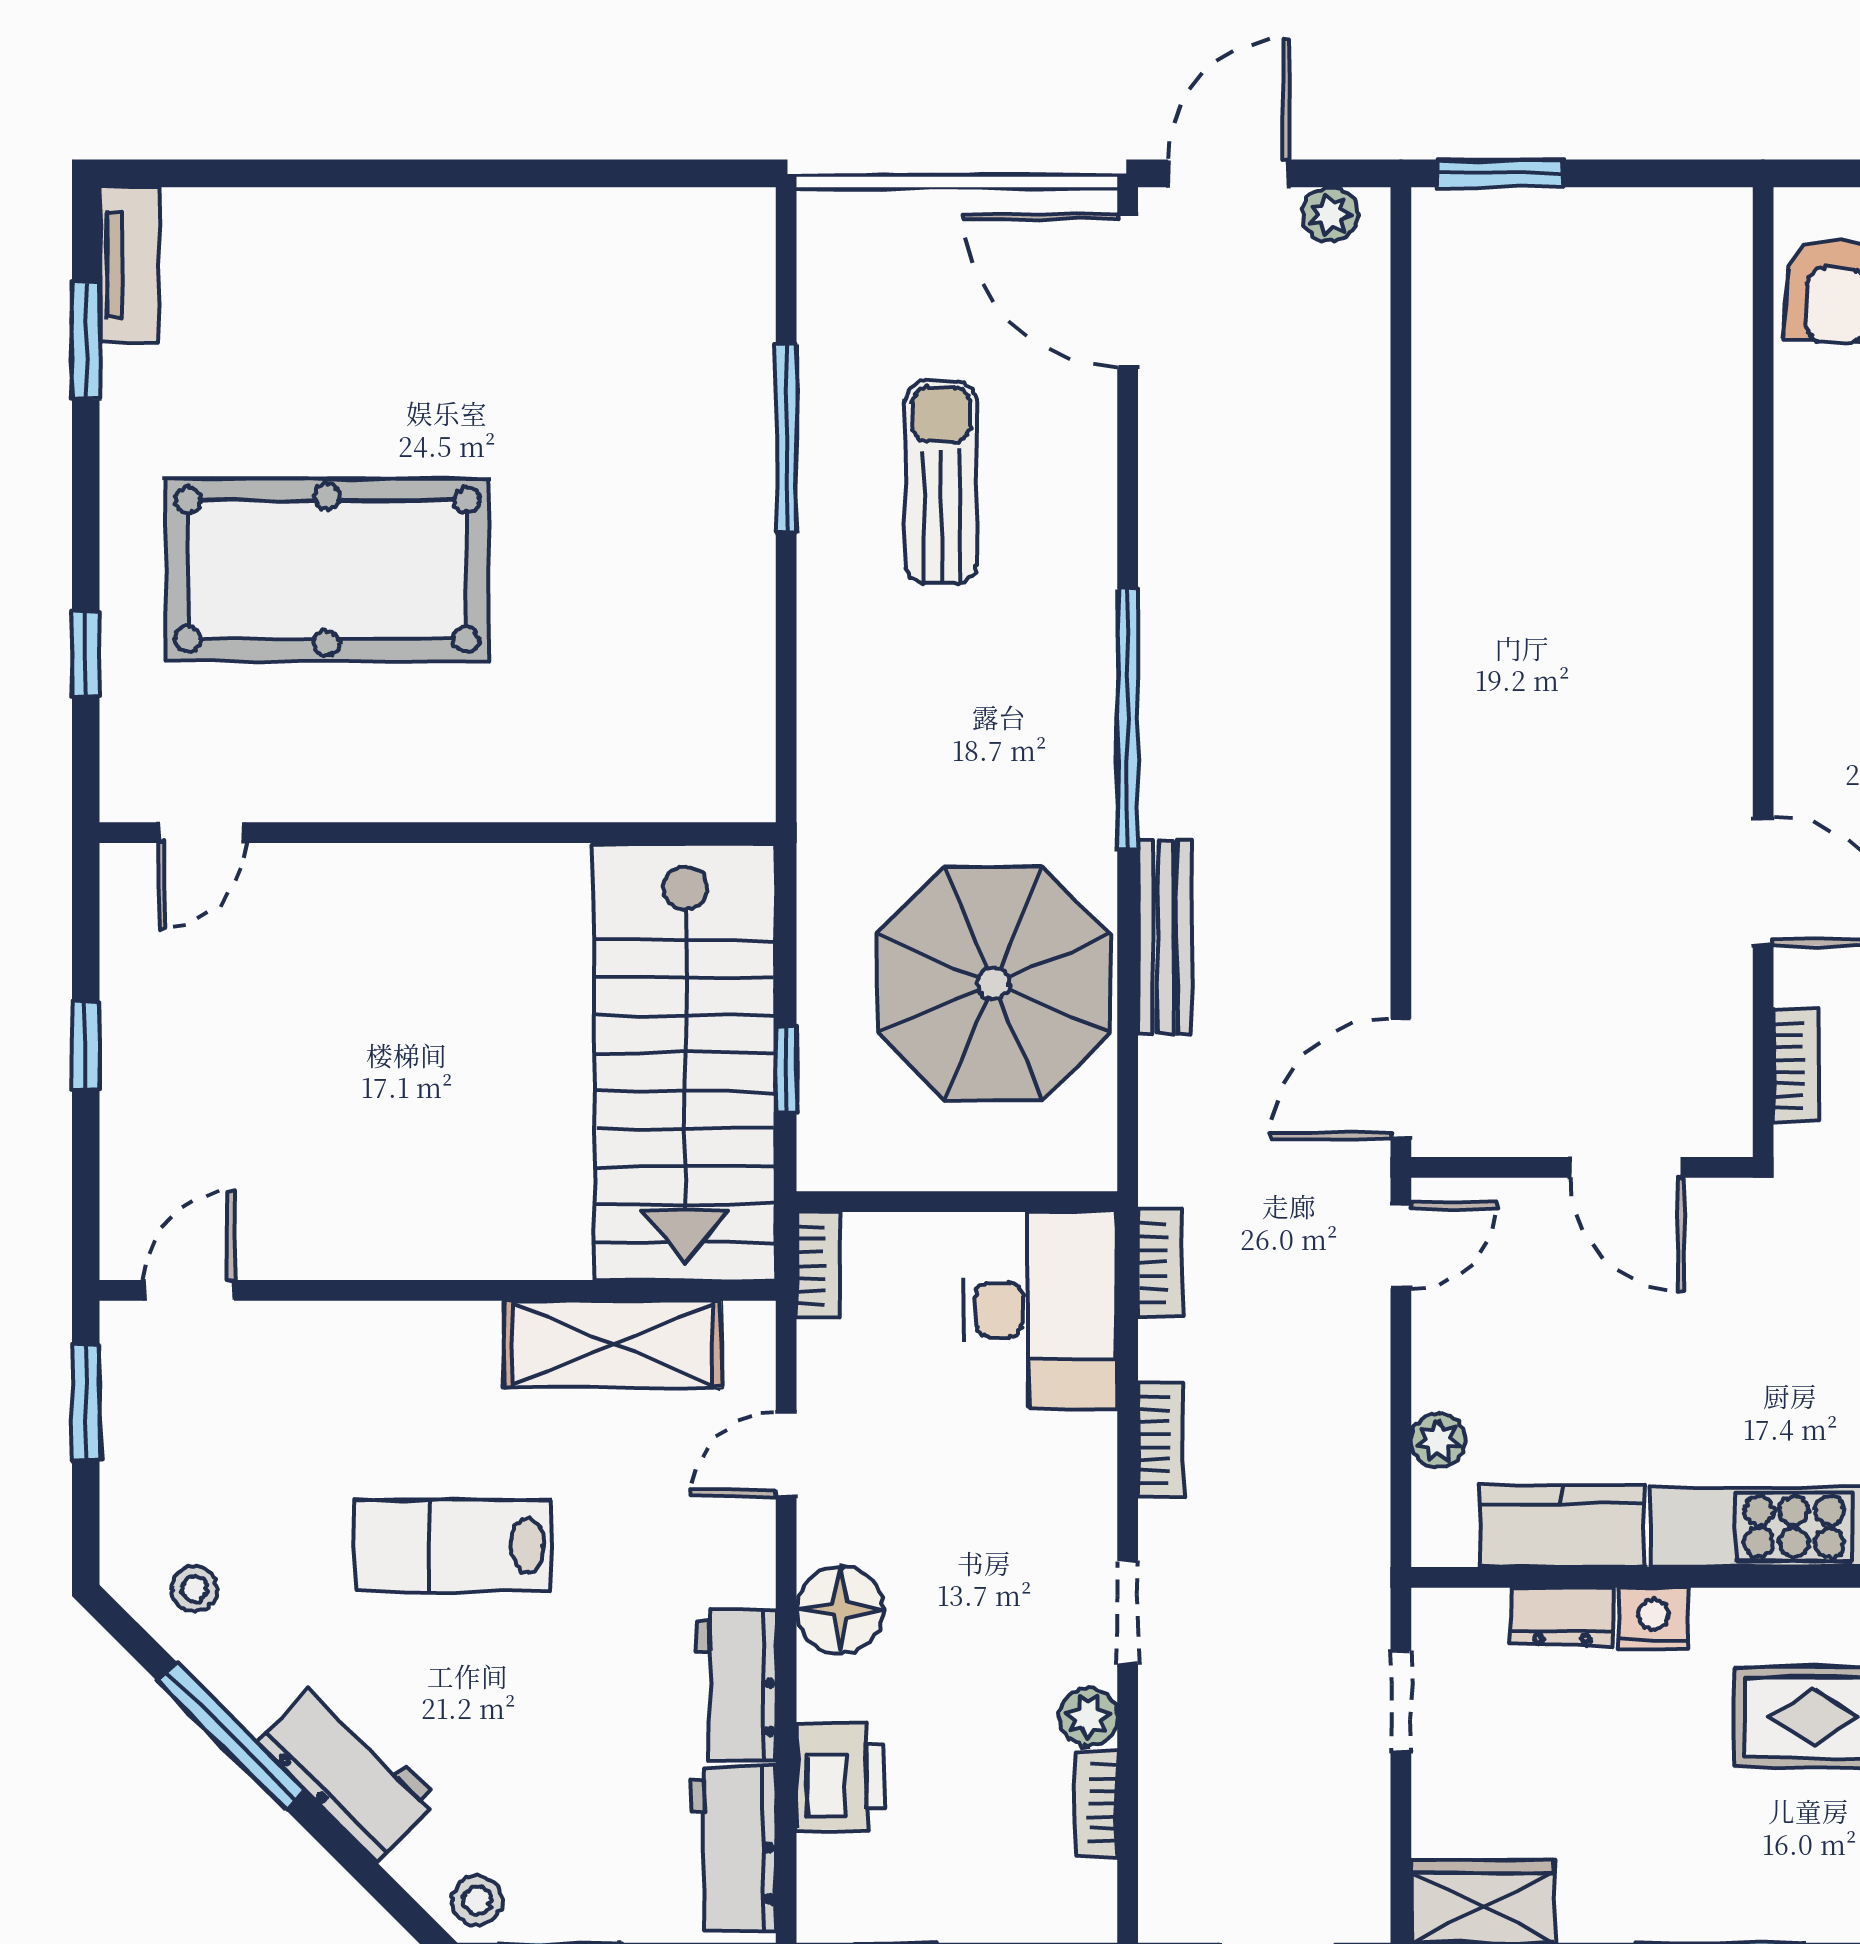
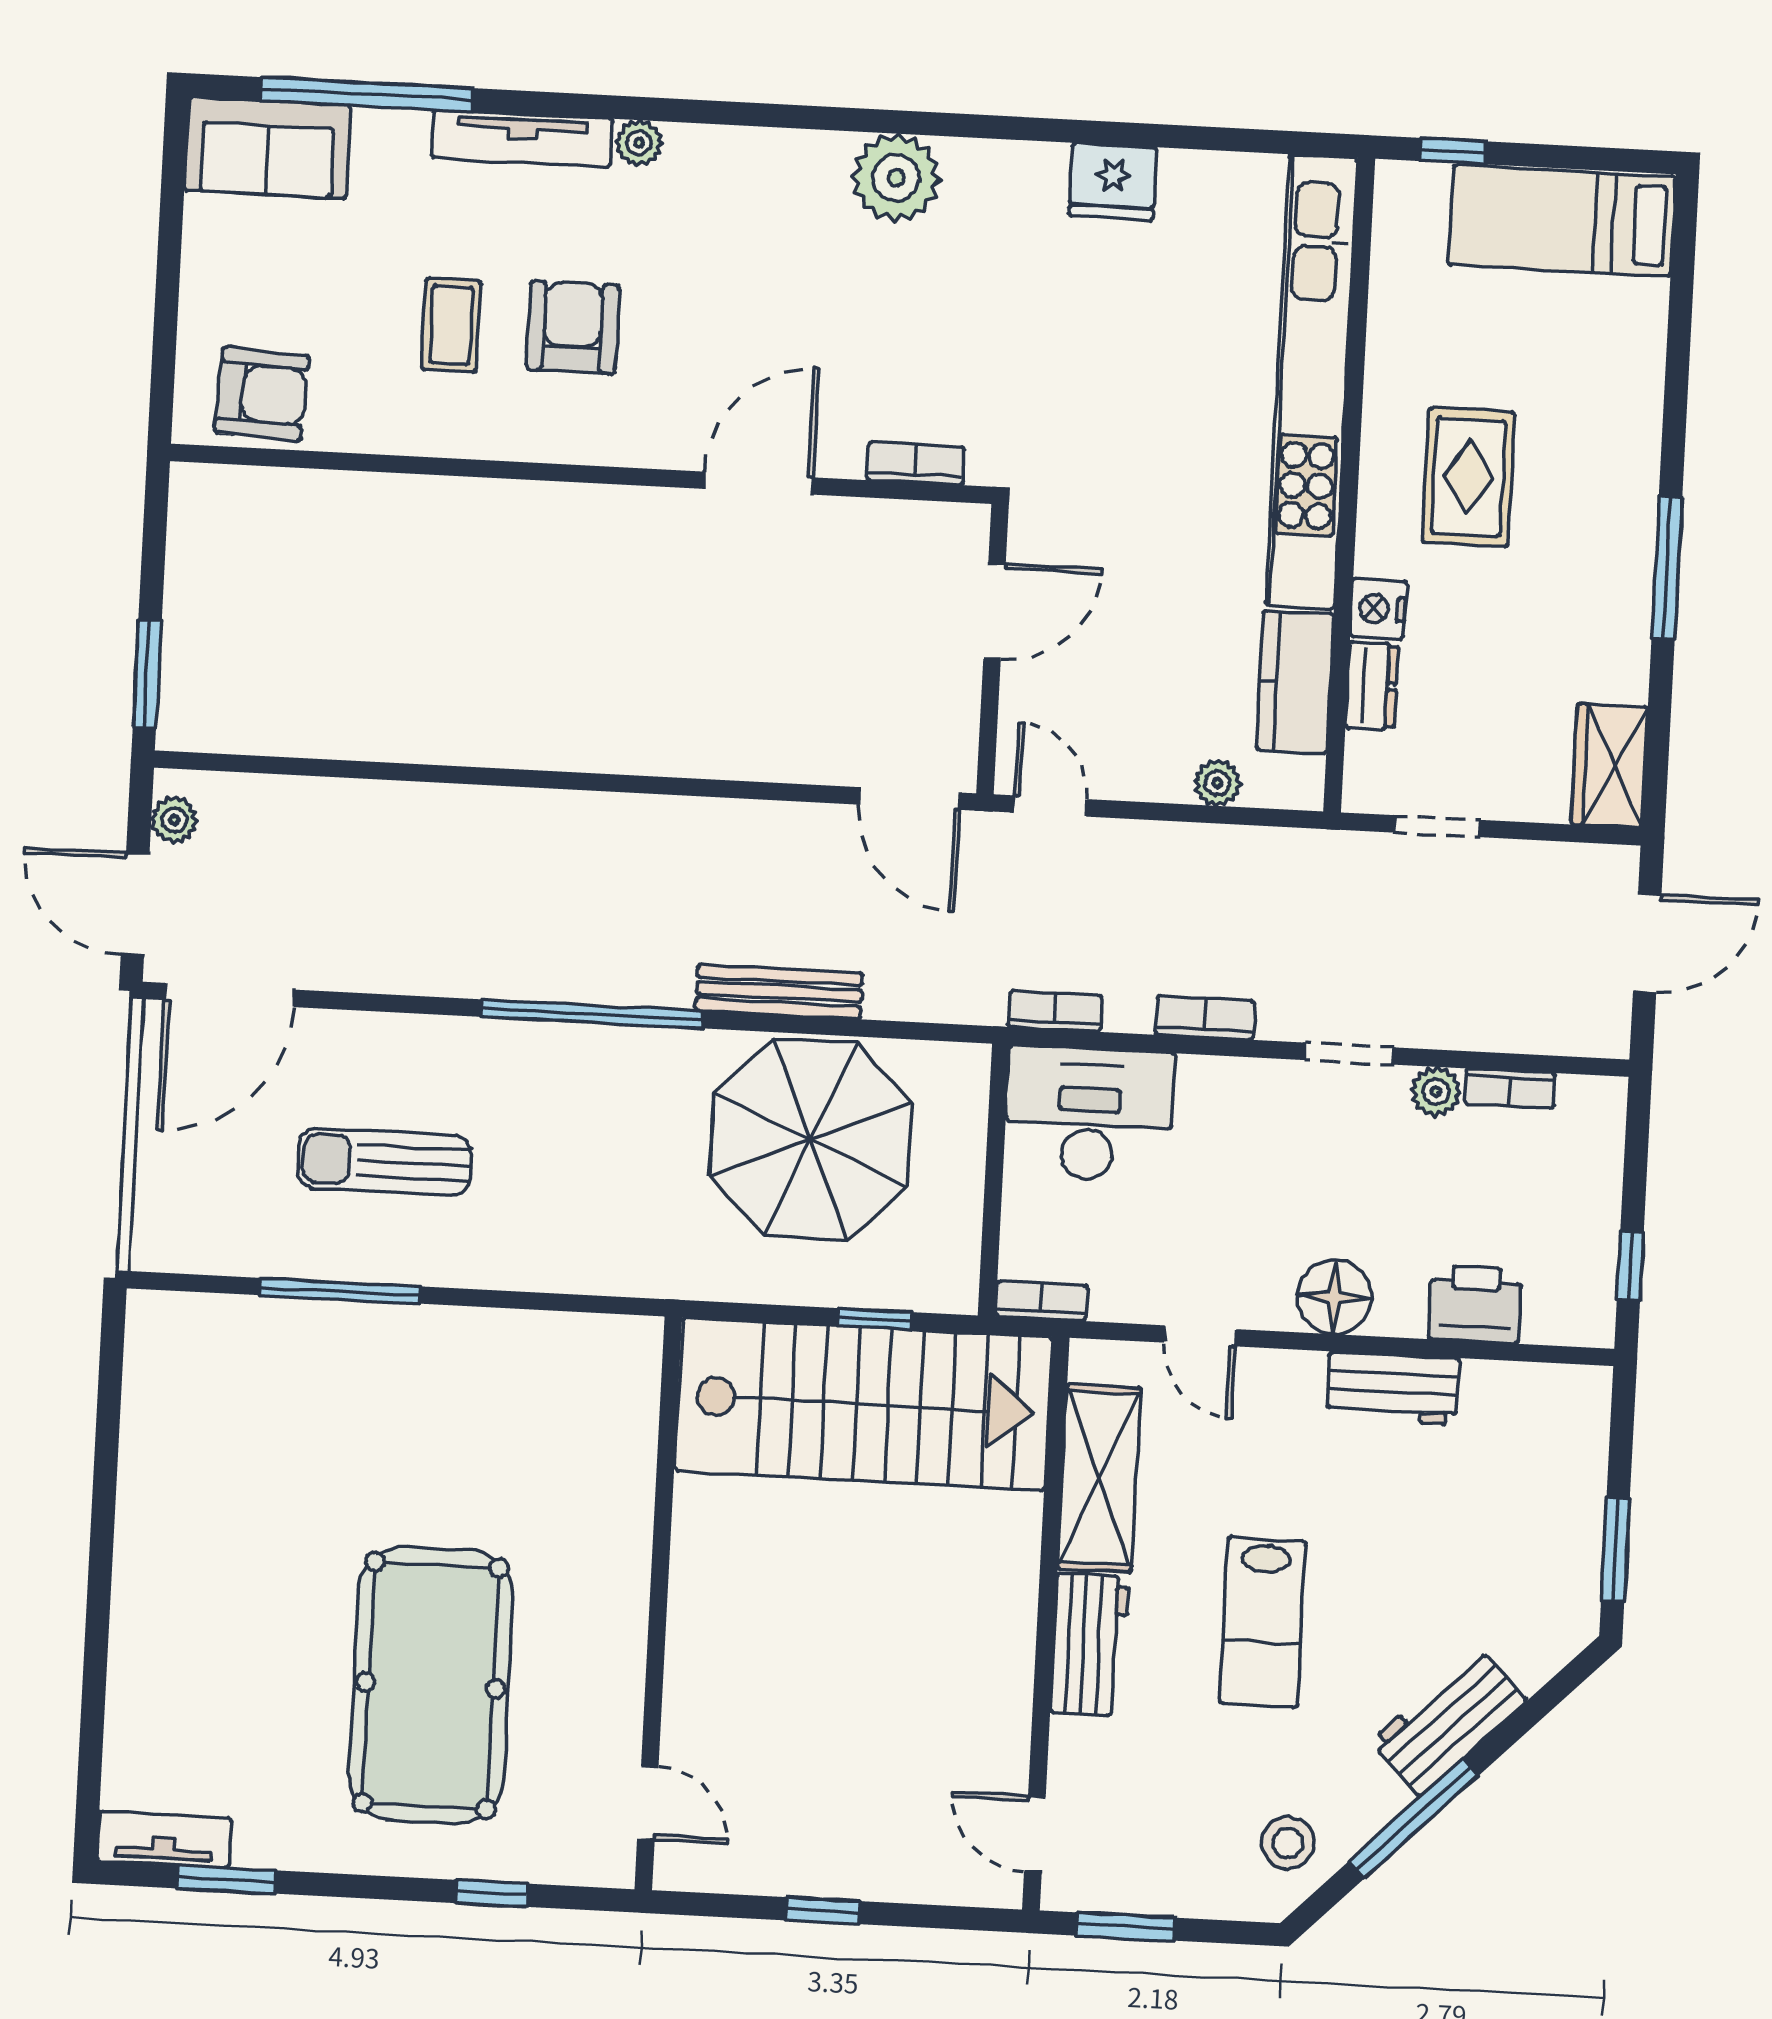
stool: (194, 1589) -> (1288, 1843), width x1.37, depth x1.37
workbench: (733, 1849) -> (1090, 1645), moved, turned -90
stool: (477, 1900) -> (1564, 1617), removed

